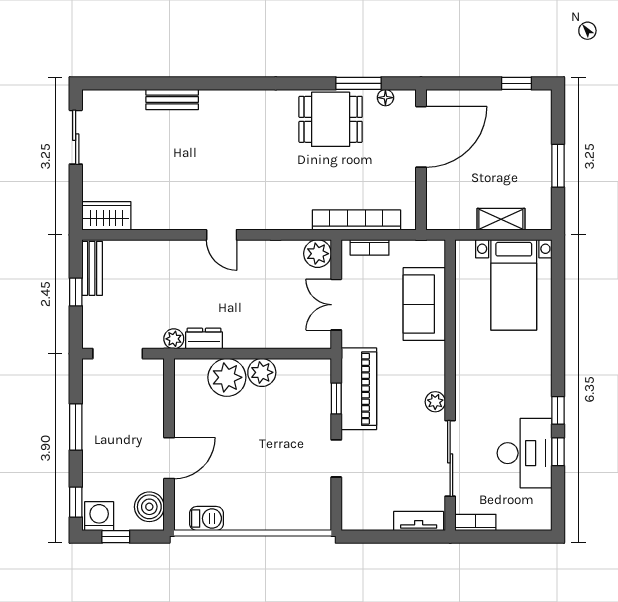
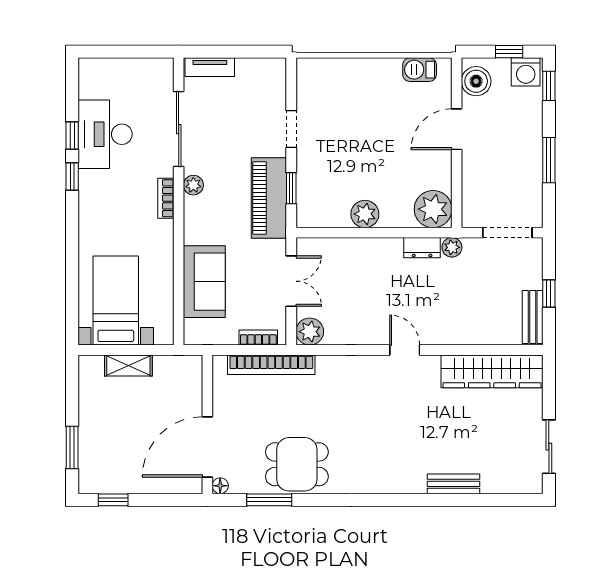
floor lamp: (385, 98) -> (220, 486), moved
window: (558, 166) -> (72, 448), moved
wardrobe: (106, 216) -> (492, 371), width x2.10, depth x1.17
plant: (227, 377) -> (433, 209), moved
bookcase: (476, 522) -> (166, 198), moved, turned 90

